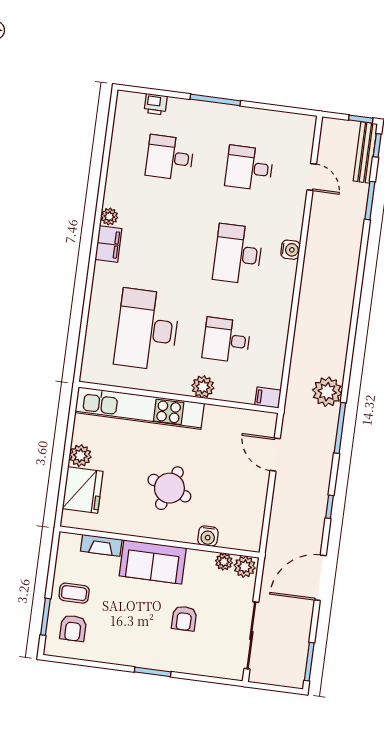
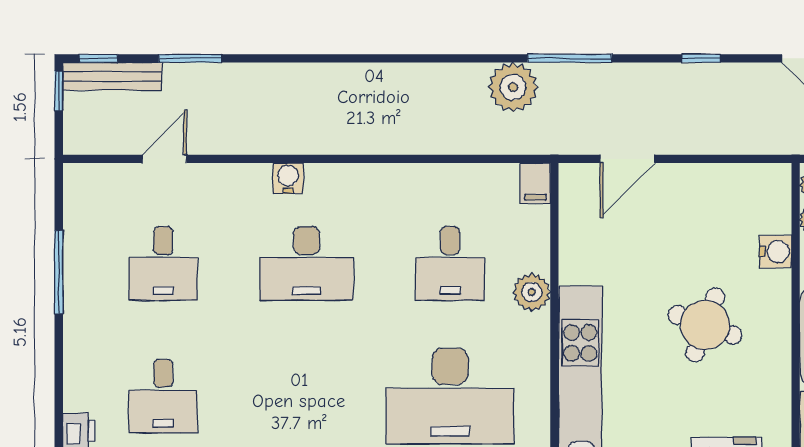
window: (215, 100) -> (59, 272), moved

